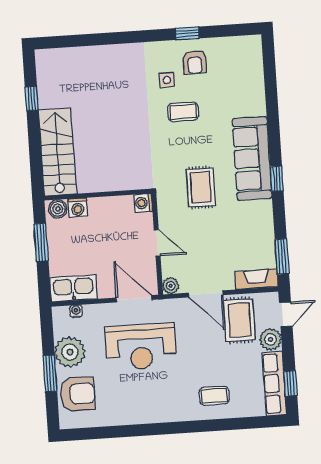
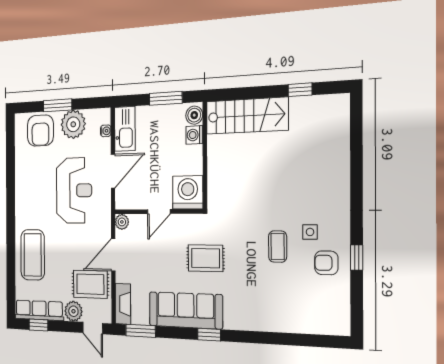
sofa: (252, 158) -> (186, 310), moved
washing machine: (143, 203) -> (188, 192), width x1.89, depth x1.89
door: (134, 299) -> (113, 171), moved
reception desk: (141, 347) -> (74, 190), turned 180
coffee table: (214, 396) -> (33, 255), width x1.86, depth x1.72

